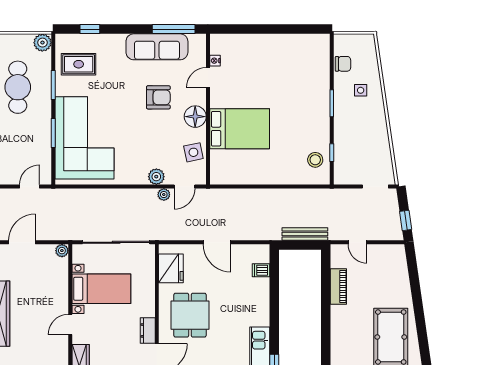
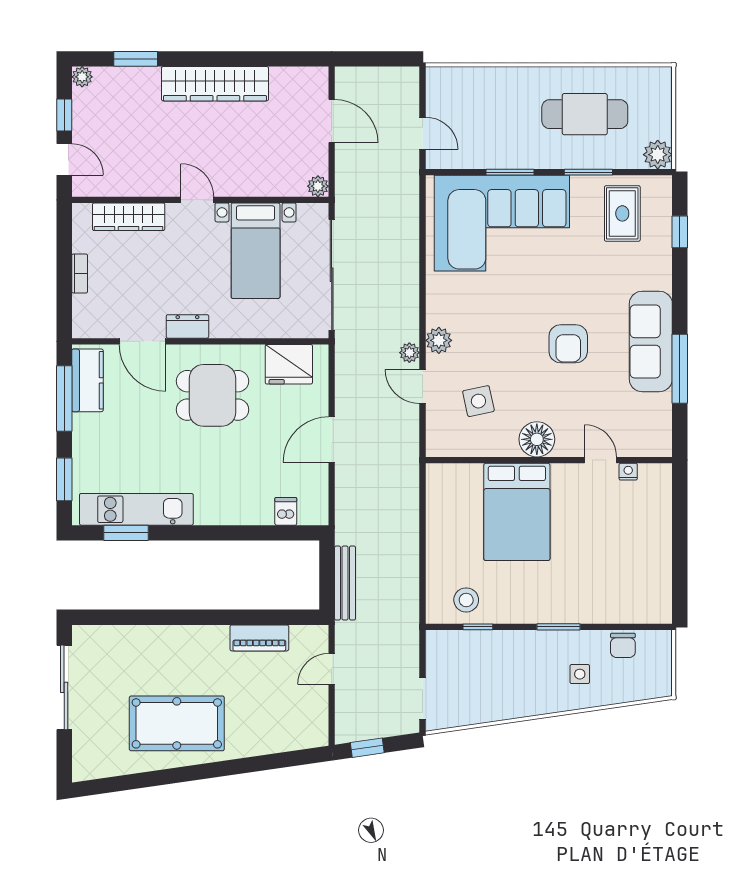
nightstand: (215, 61) -> (628, 472), moved
door: (208, 78) -> (600, 460), moved
wall: (208, 109) -> (549, 460), moved
floor lamp: (195, 117) -> (537, 439), moved
bed: (240, 129) -> (517, 512), moved

